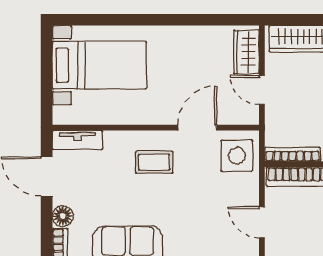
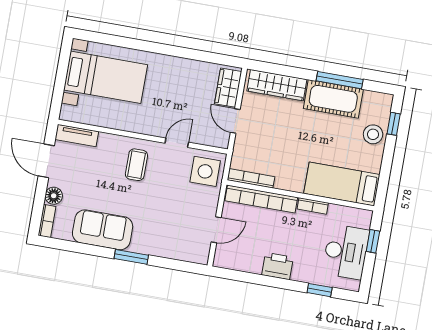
door: (197, 128) -> (177, 143), width x0.73
coffee table: (154, 162) -> (136, 165), turned 90
door: (262, 222) -> (216, 230), swing flipped

